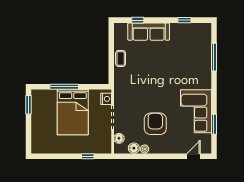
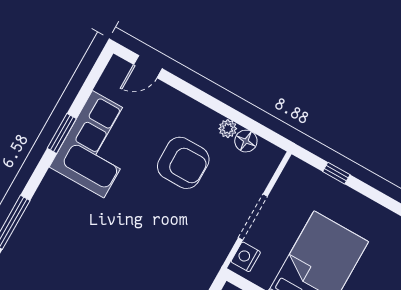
armchair: (155, 124) -> (183, 163), turned -90
window: (214, 124) -> (62, 133), moved
floor lamp: (119, 138) -> (263, 173), removed

